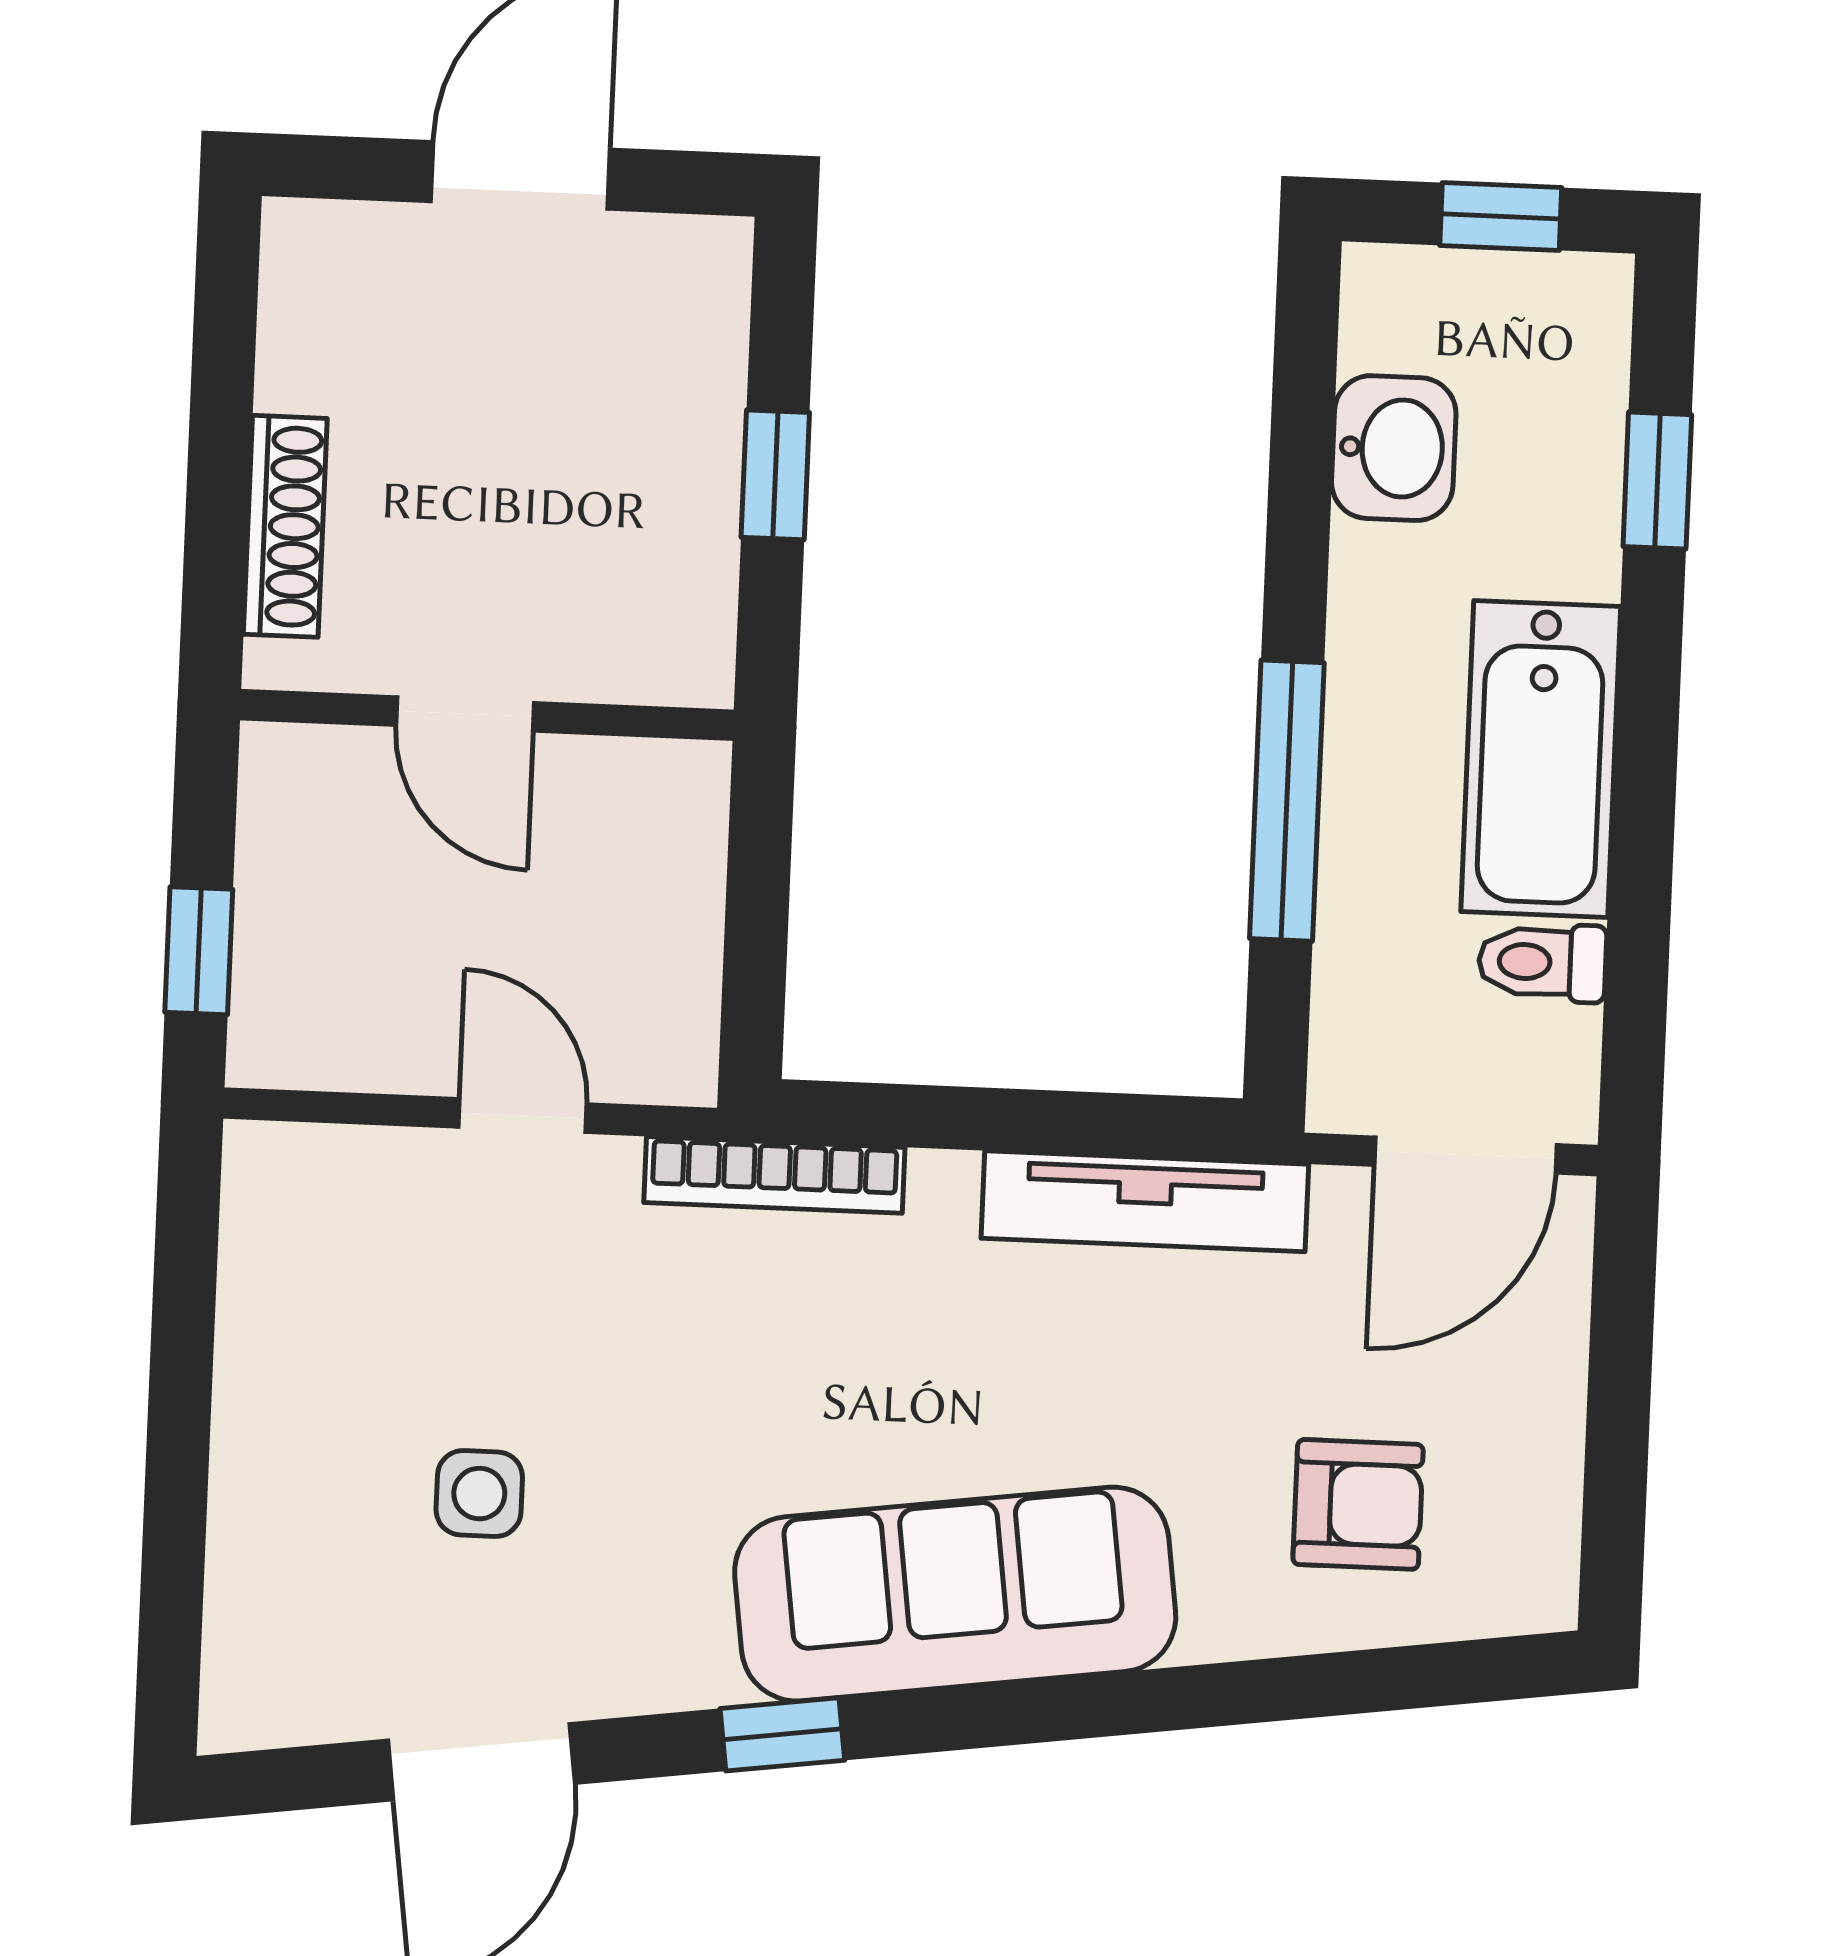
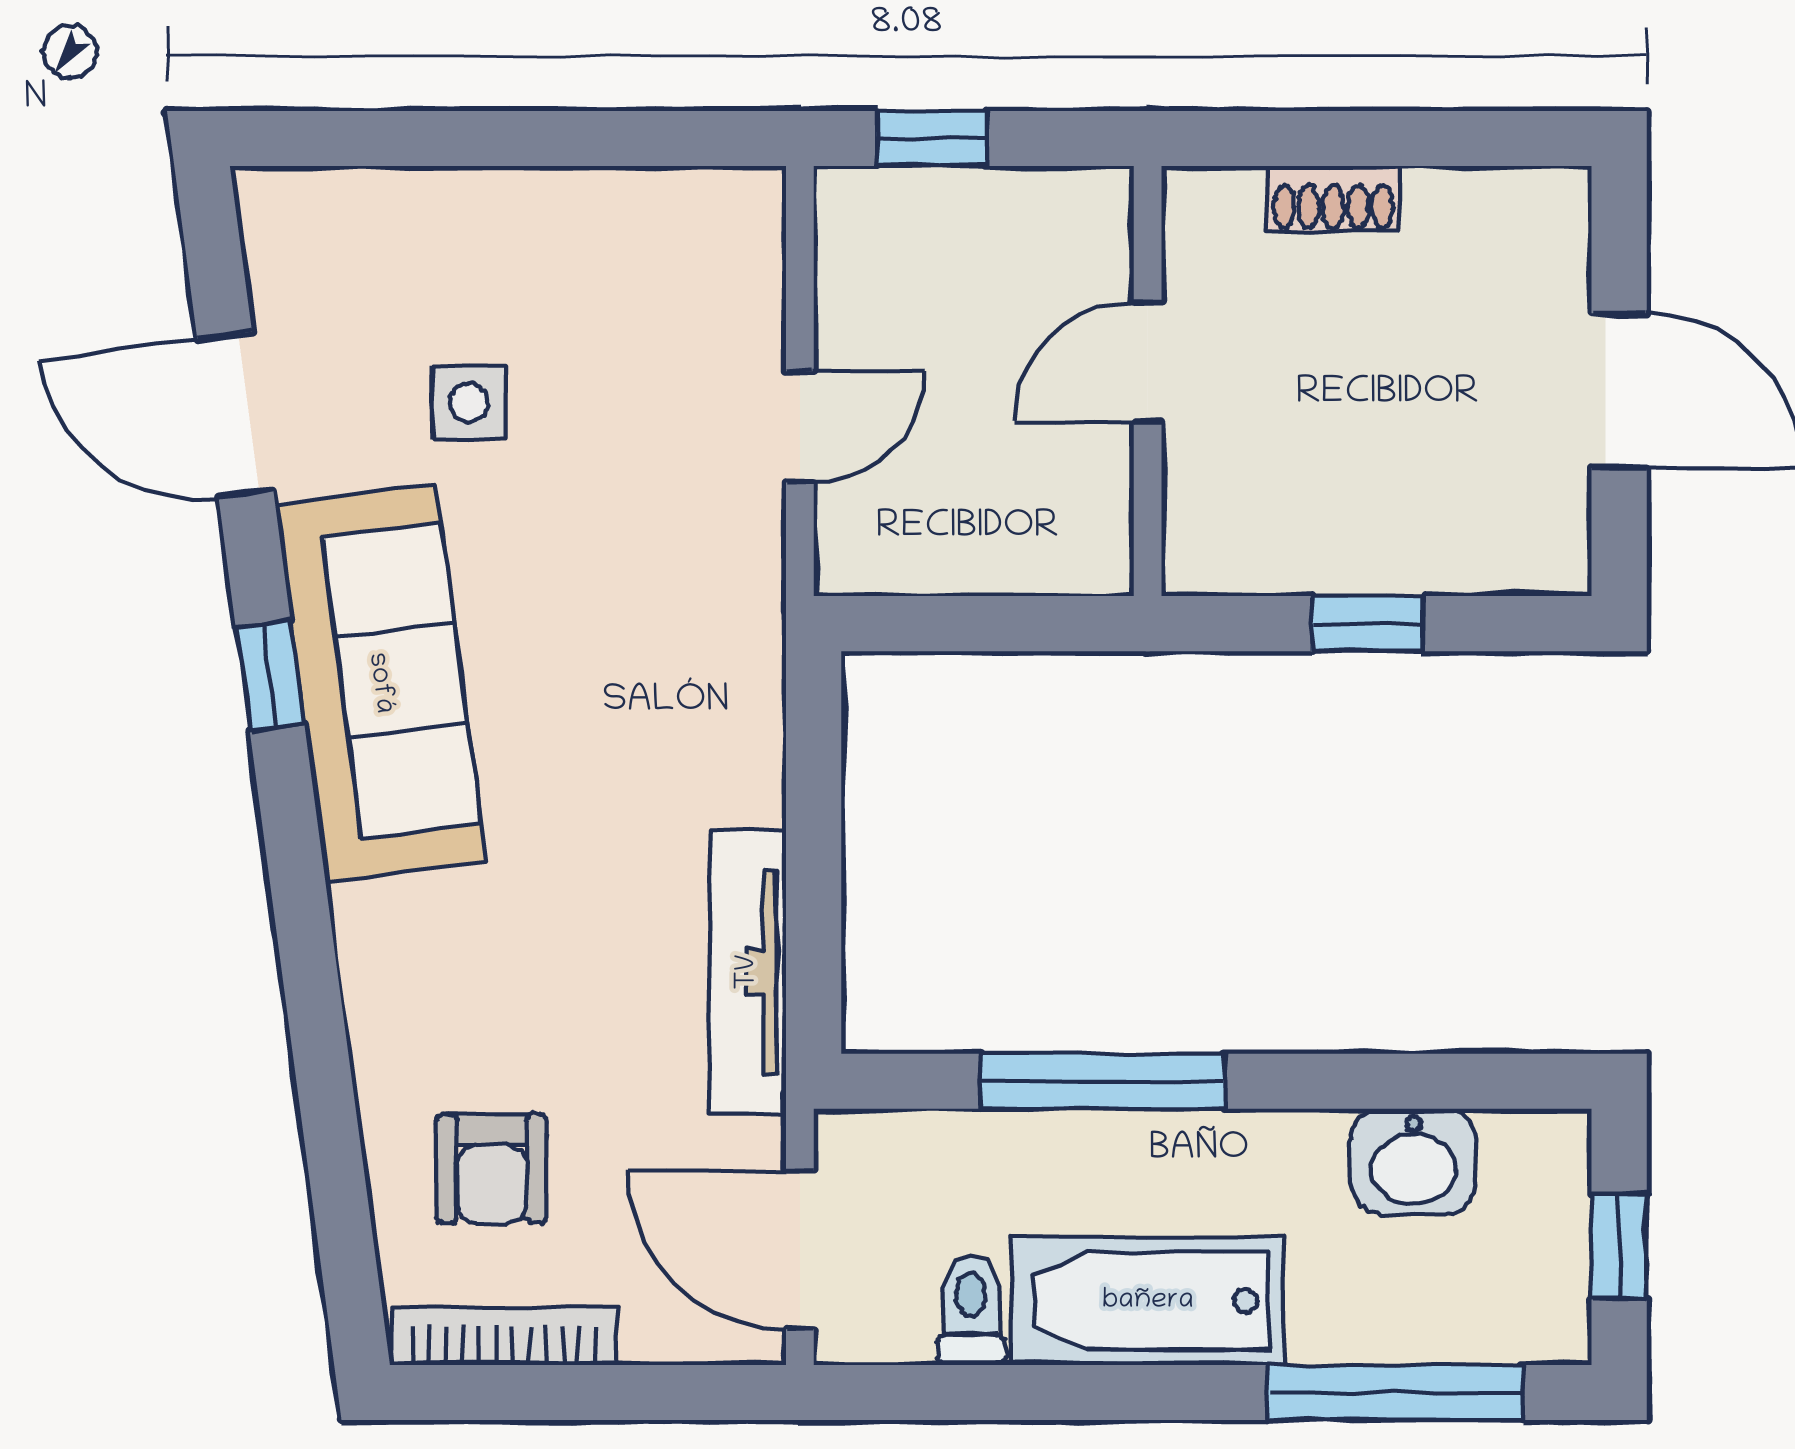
window: (1657, 481) -> (1395, 1392), width x2.17
shoe rack: (285, 526) -> (1333, 198), width x0.70
bookcase: (774, 1175) -> (504, 1336), moved, turned 90
sofa: (955, 1594) -> (380, 683), moved

